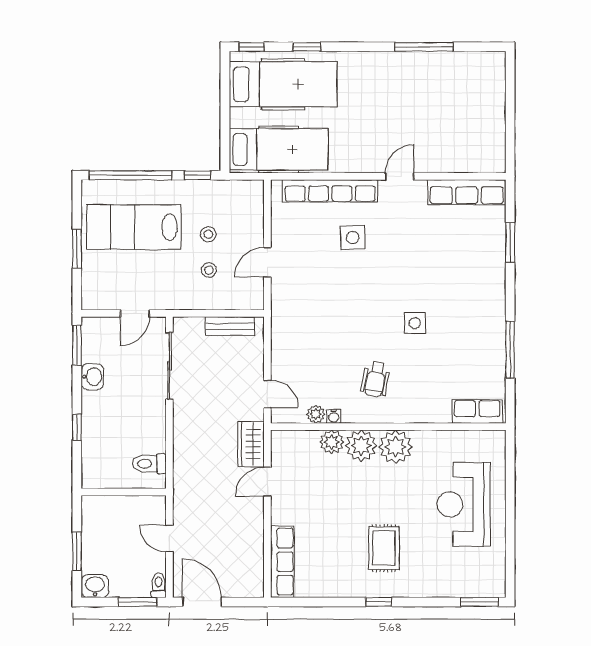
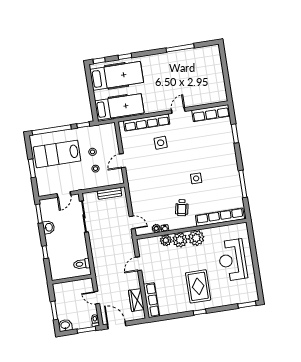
row of seats: (477, 411) -> (220, 217), width x2.02
wardrobe: (251, 444) -> (136, 300), moved
rug: (384, 548) -> (198, 286), width x1.36, depth x1.43

